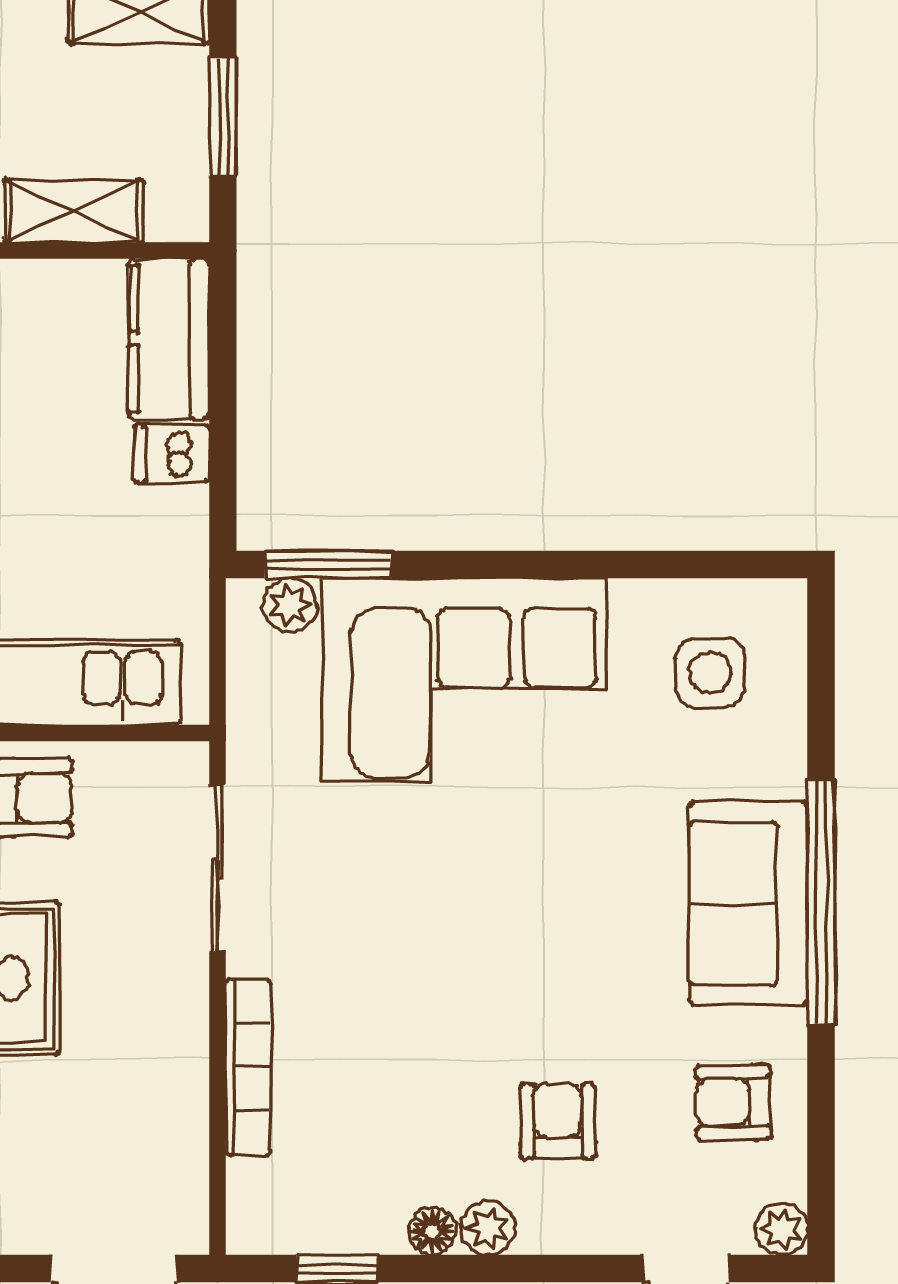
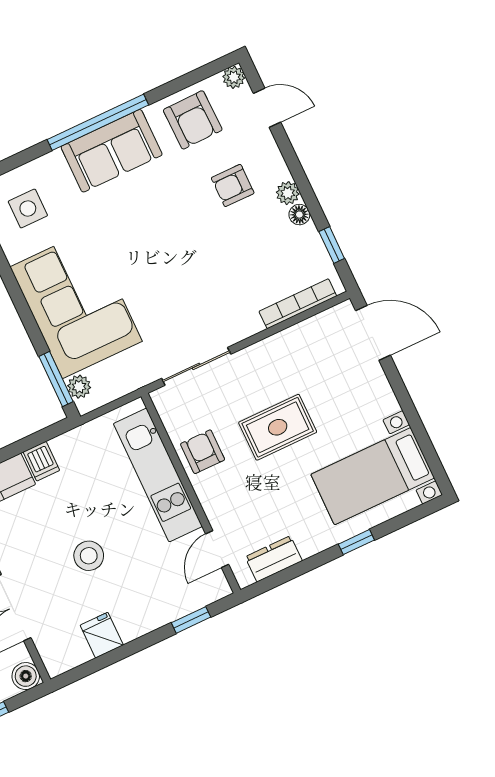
bookcase: (248, 1067) -> (298, 304), moved
armchair: (733, 1102) -> (193, 120), width x1.38, depth x1.38

